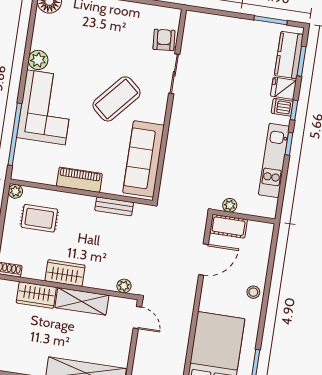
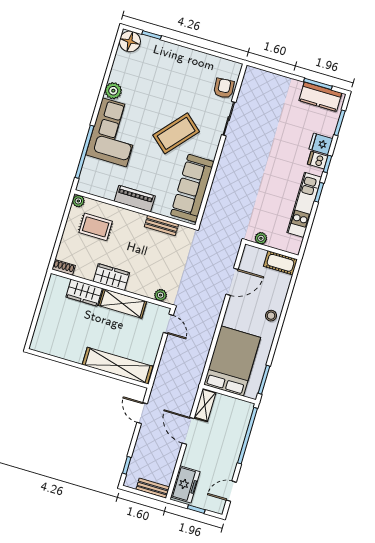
kitchen counter: (289, 55) -> (320, 97), moved, turned -90
cot: (229, 226) -> (280, 263), moved

